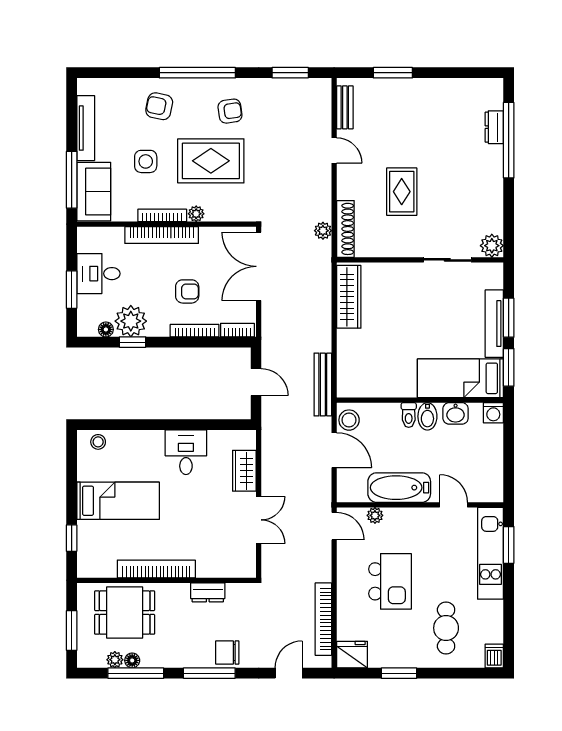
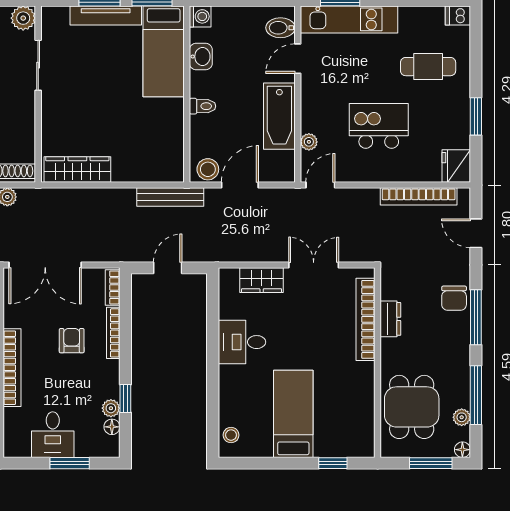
plant: (131, 321) -> (111, 408), width x0.53, depth x0.53
bidet: (427, 416) -> (280, 28), moved, turned 180
bookcase: (156, 569) -> (366, 319), moved
floor lamp: (132, 660) -> (462, 450), moved

